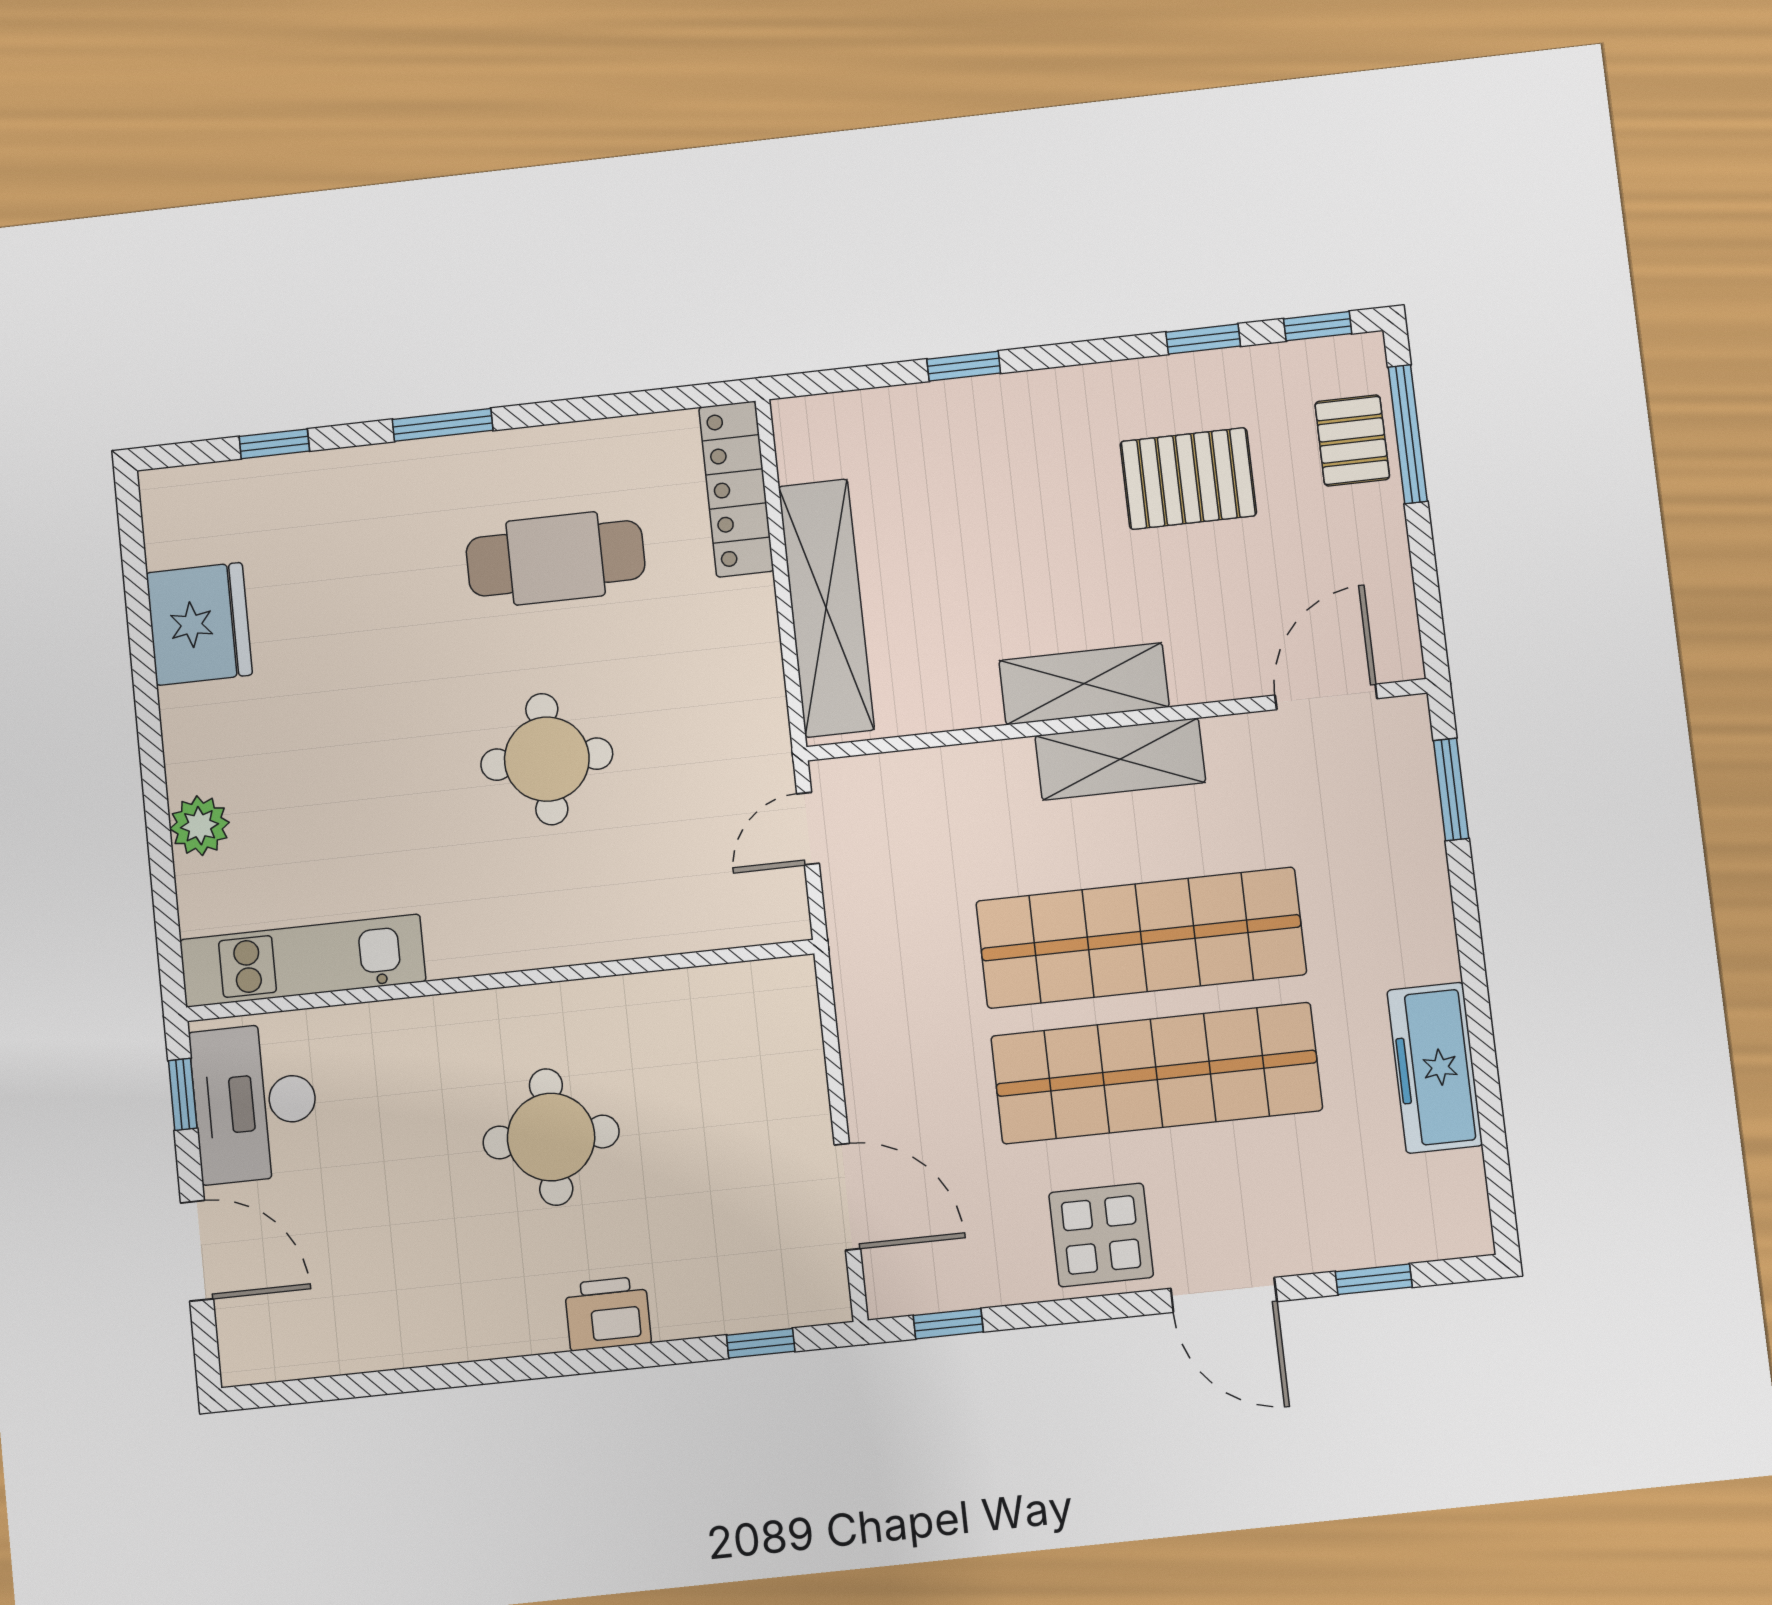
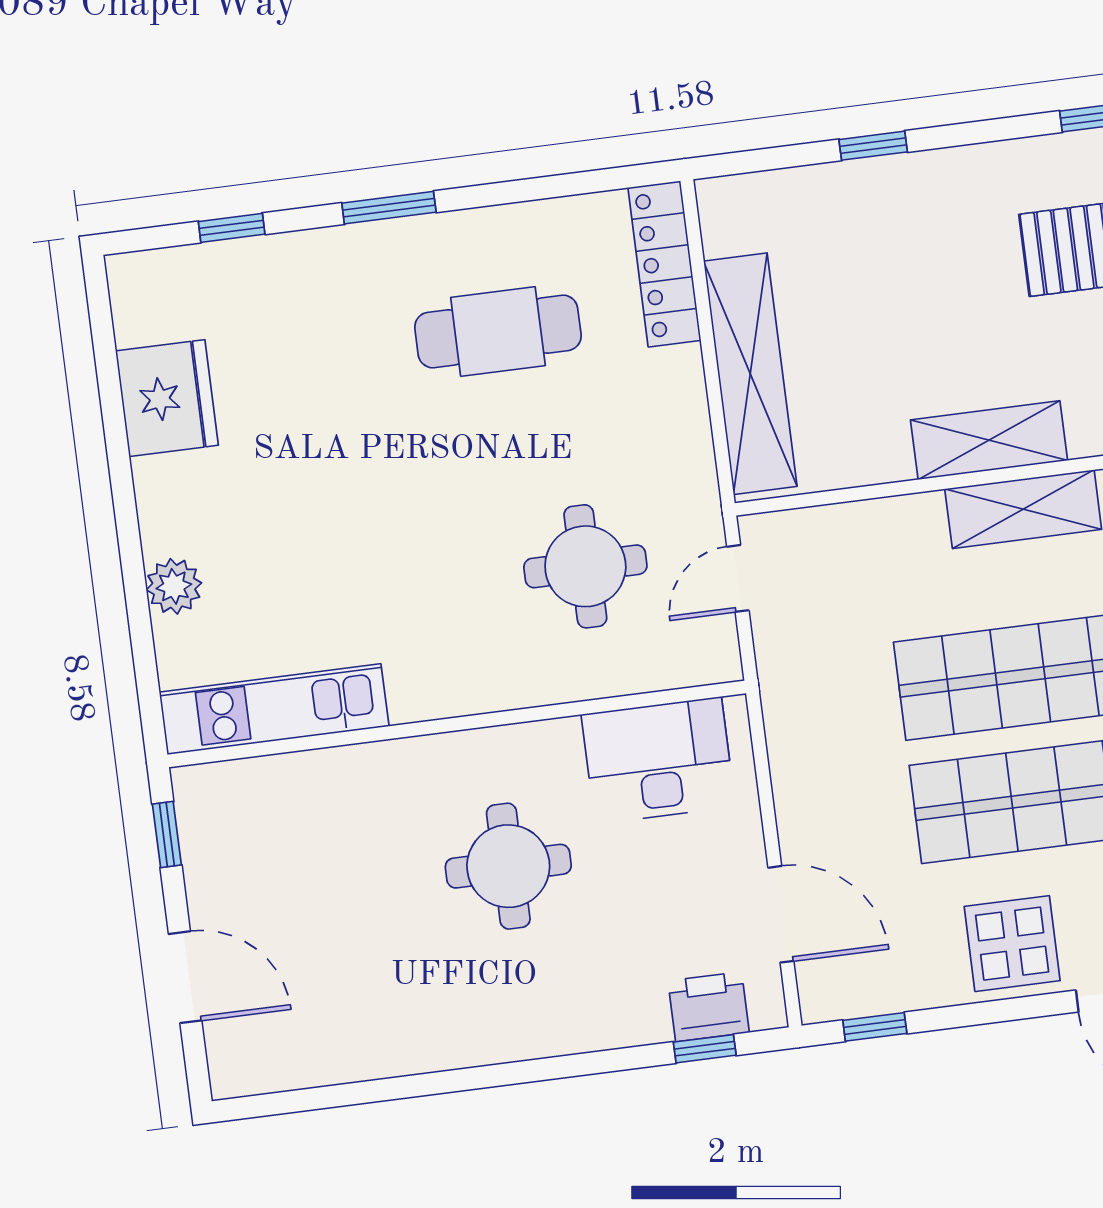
round table: (547, 759) -> (585, 566), moved
desk: (255, 1103) -> (658, 760), moved, turned 90
printer: (608, 1313) -> (709, 1007), moved

